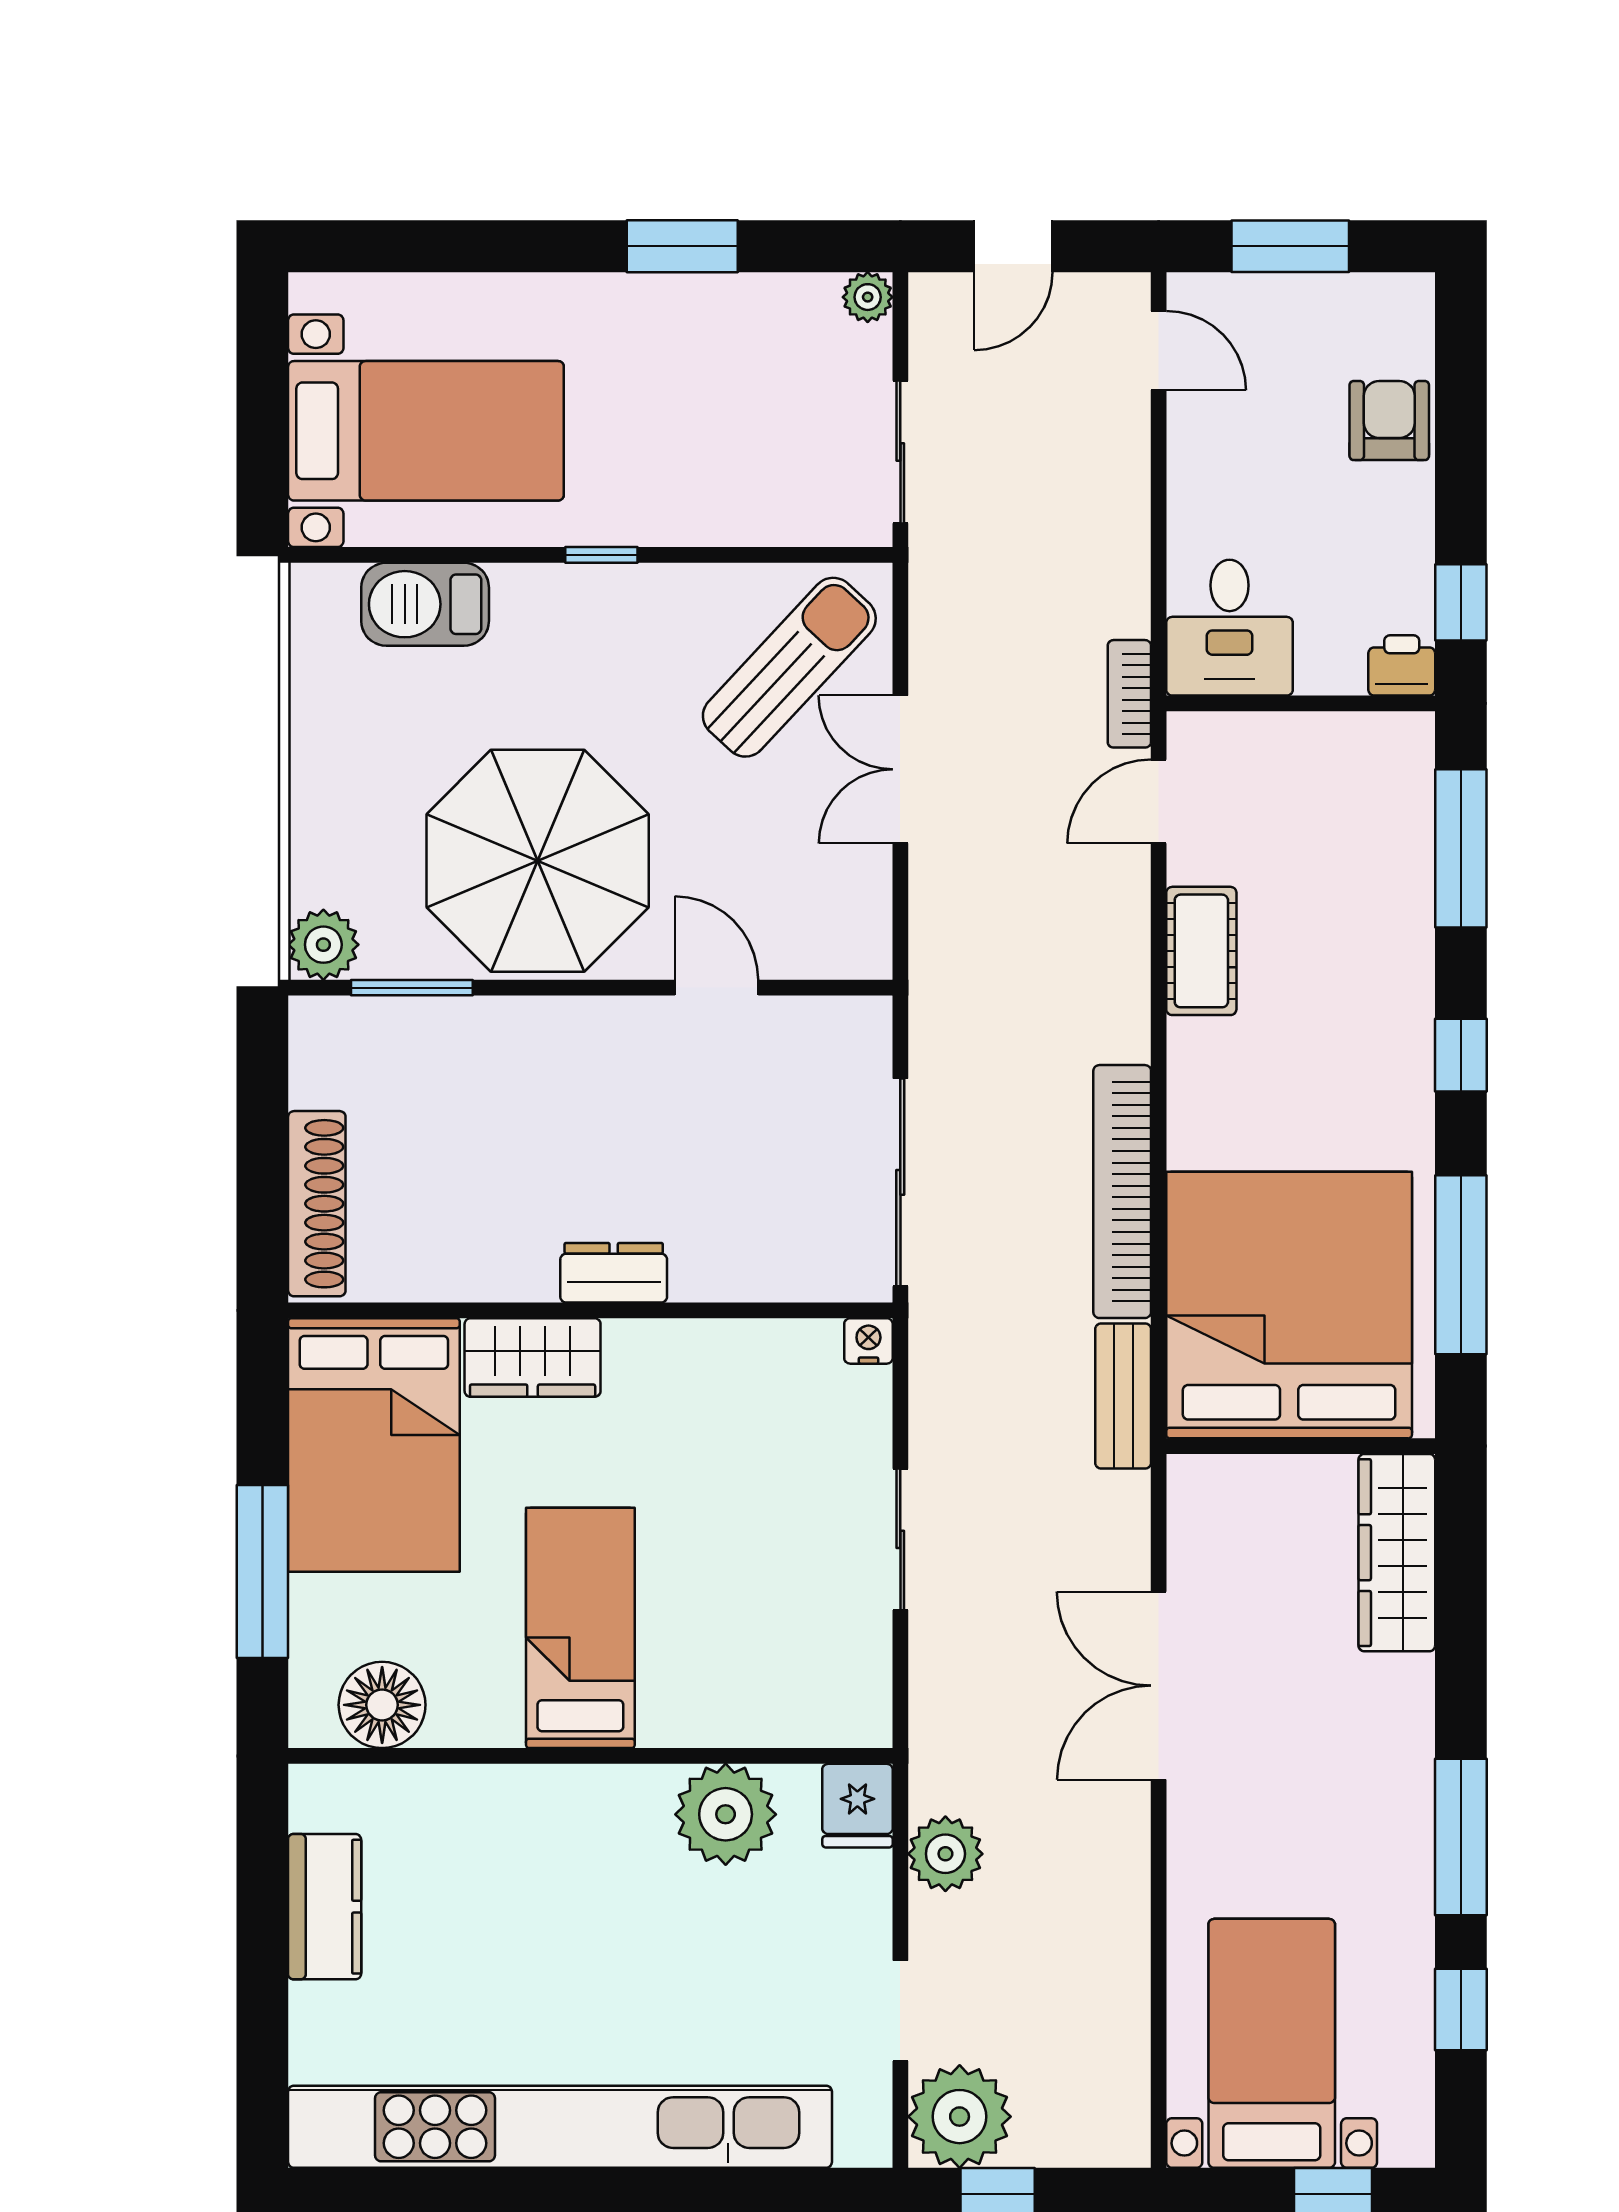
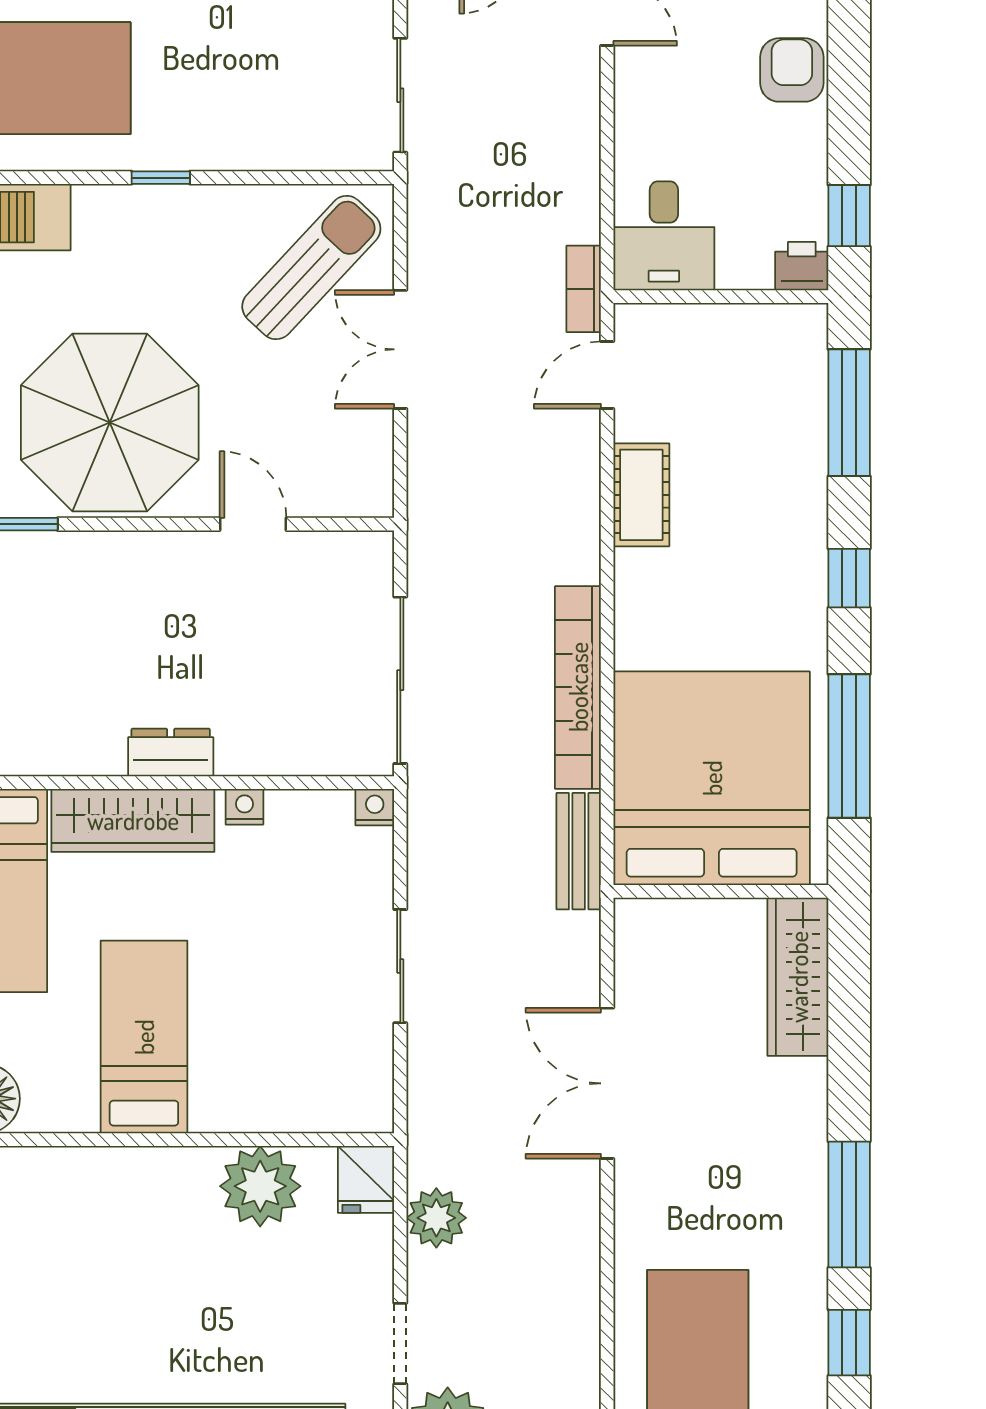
nightstand: (706, 1340) -> (244, 807), added
wardrobe: (533, 1358) -> (133, 820), width x1.50

